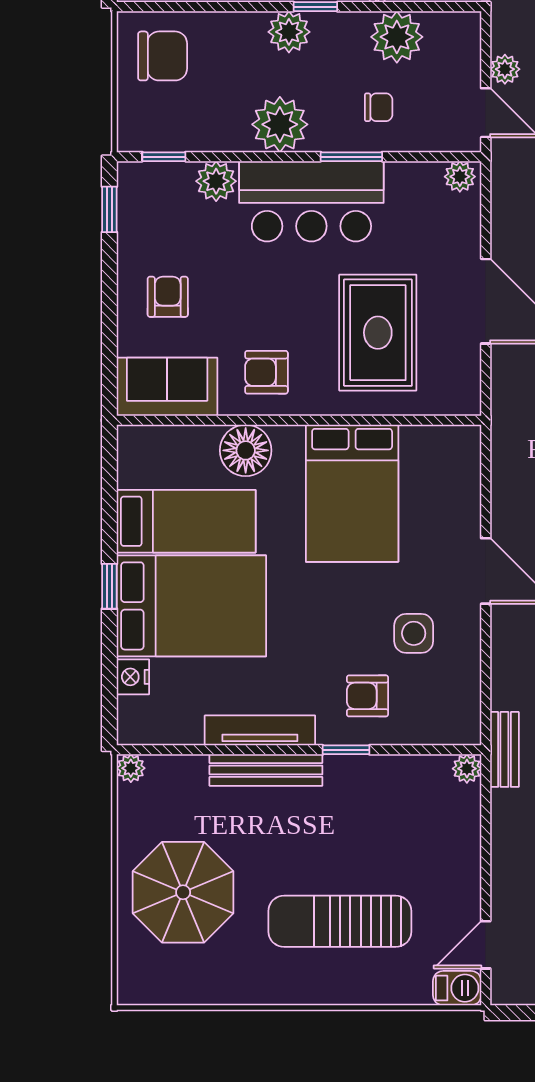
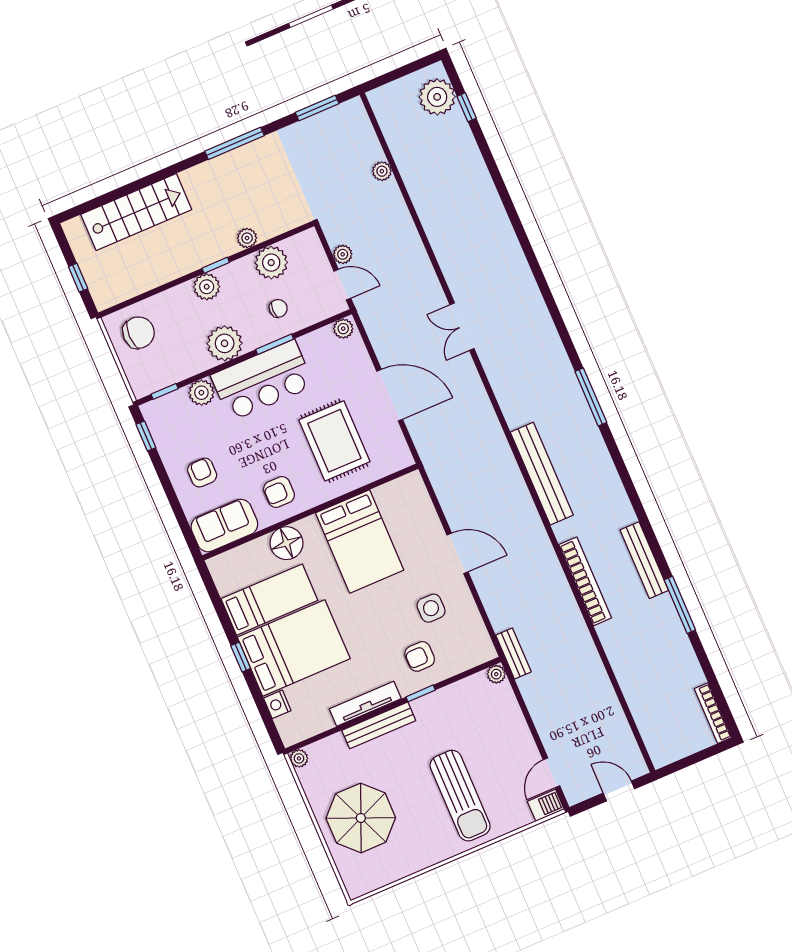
sun lounger: (340, 921) -> (460, 796), turned -90

